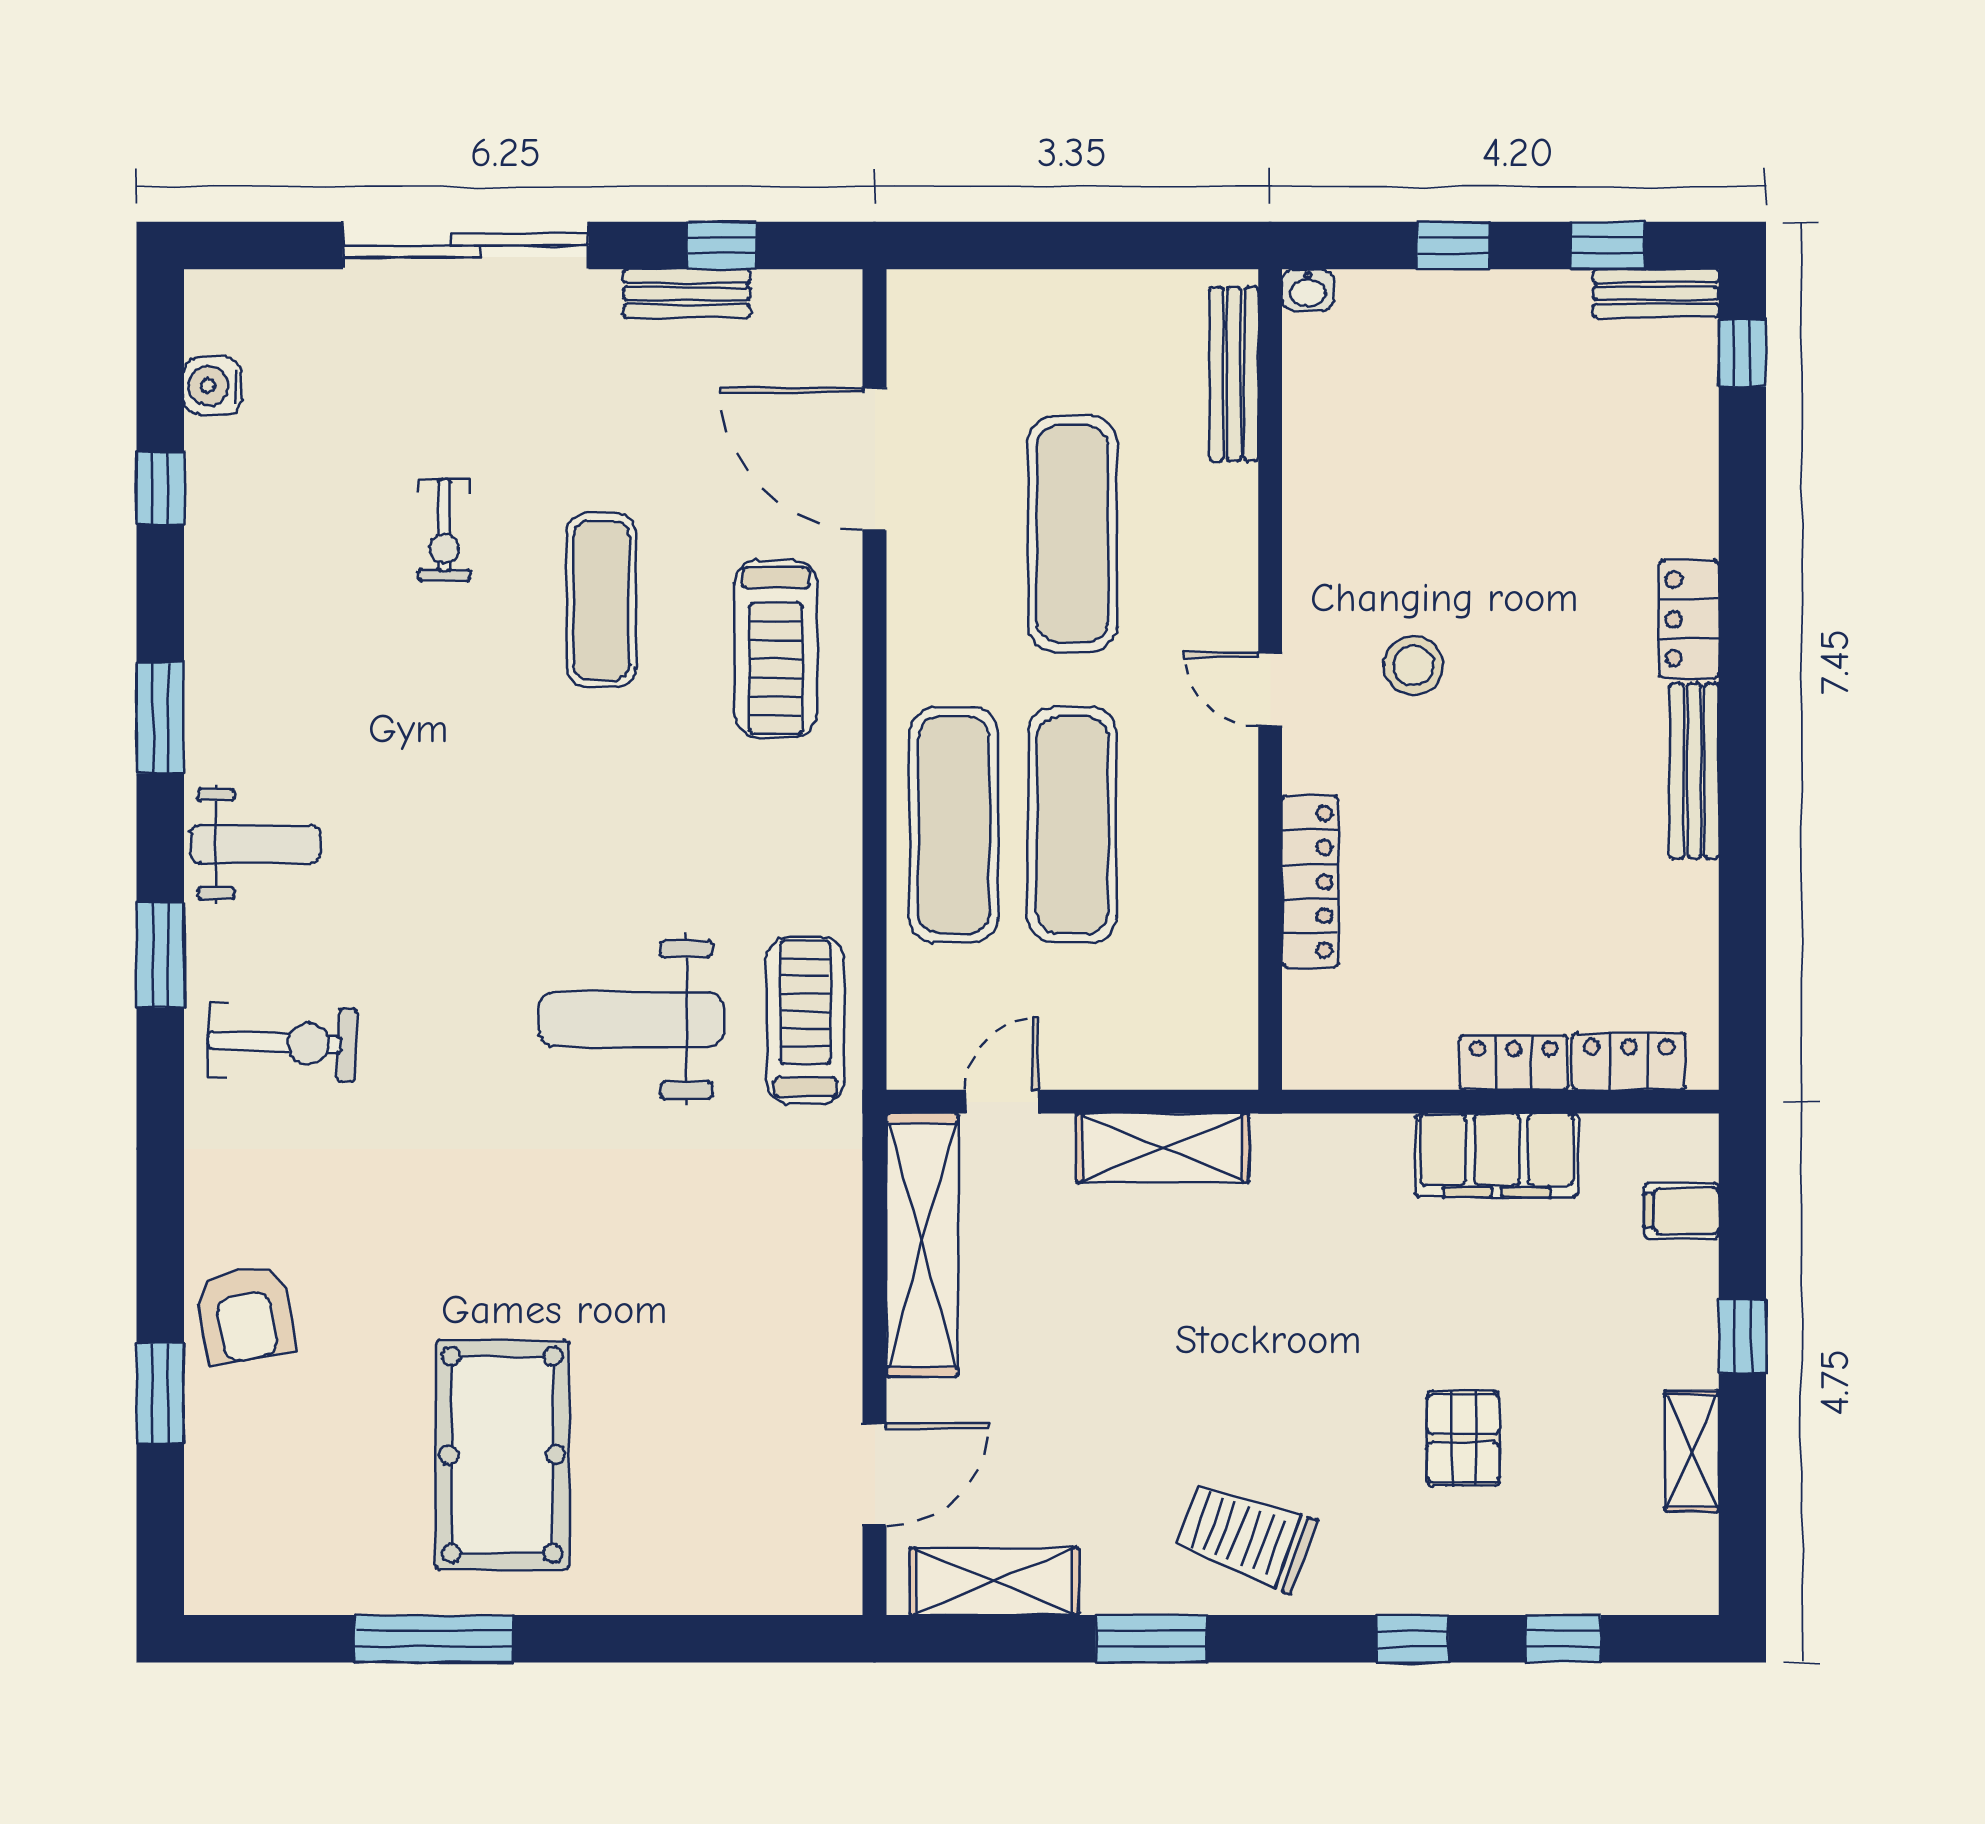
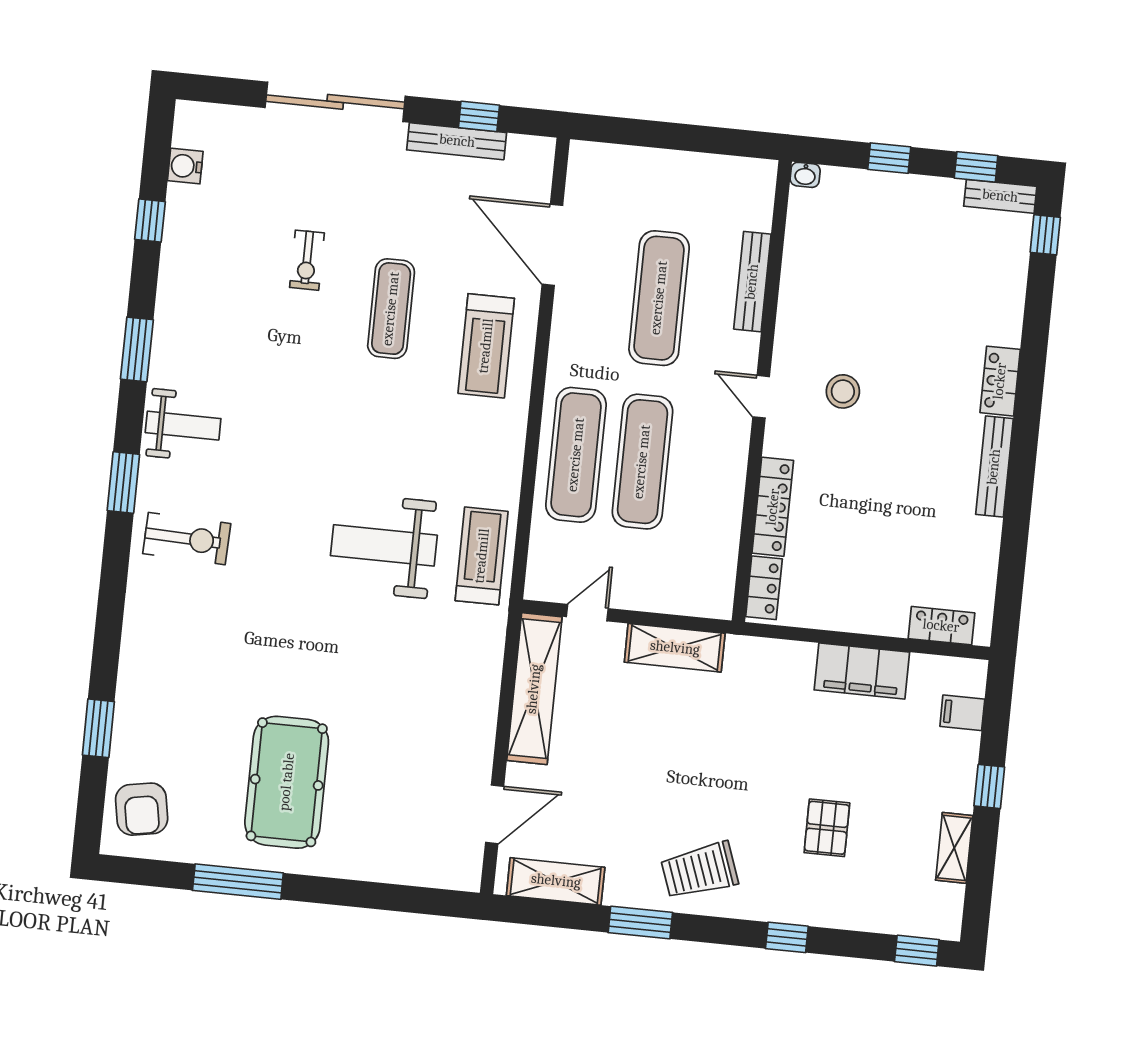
bench: (687, 293) -> (457, 141), width x1.36
bench: (1234, 374) -> (752, 282), moved
locker: (1514, 1062) -> (764, 588), moved, turned 90
armchair: (245, 1314) -> (142, 809), moved
trolley: (1246, 1536) -> (700, 871), turned -40
window: (1563, 1639) -> (917, 951), moved

